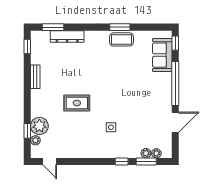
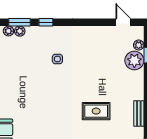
rug: (77, 103) -> (96, 111), moved

